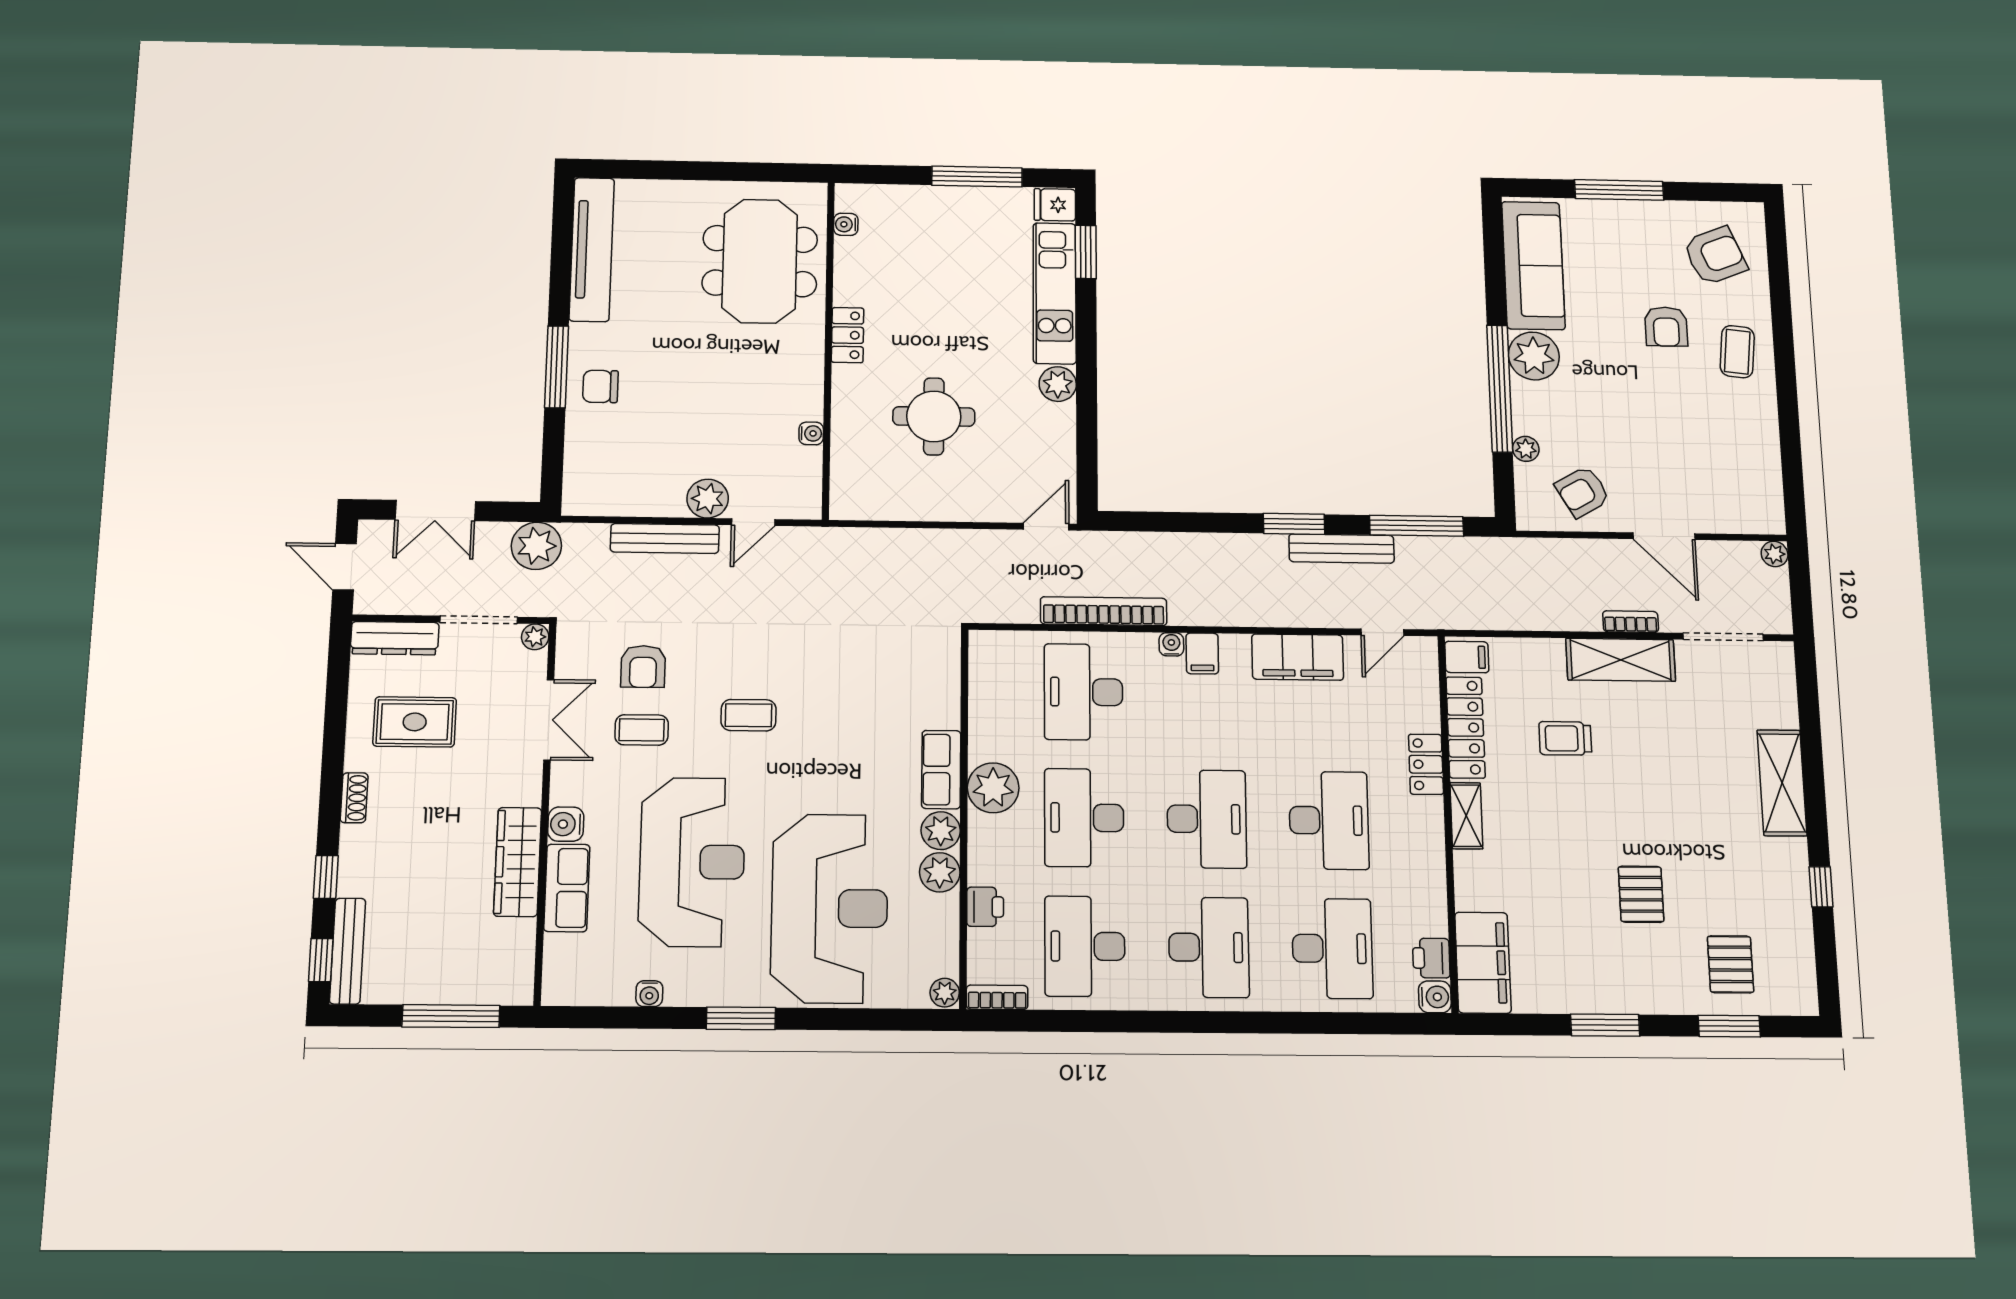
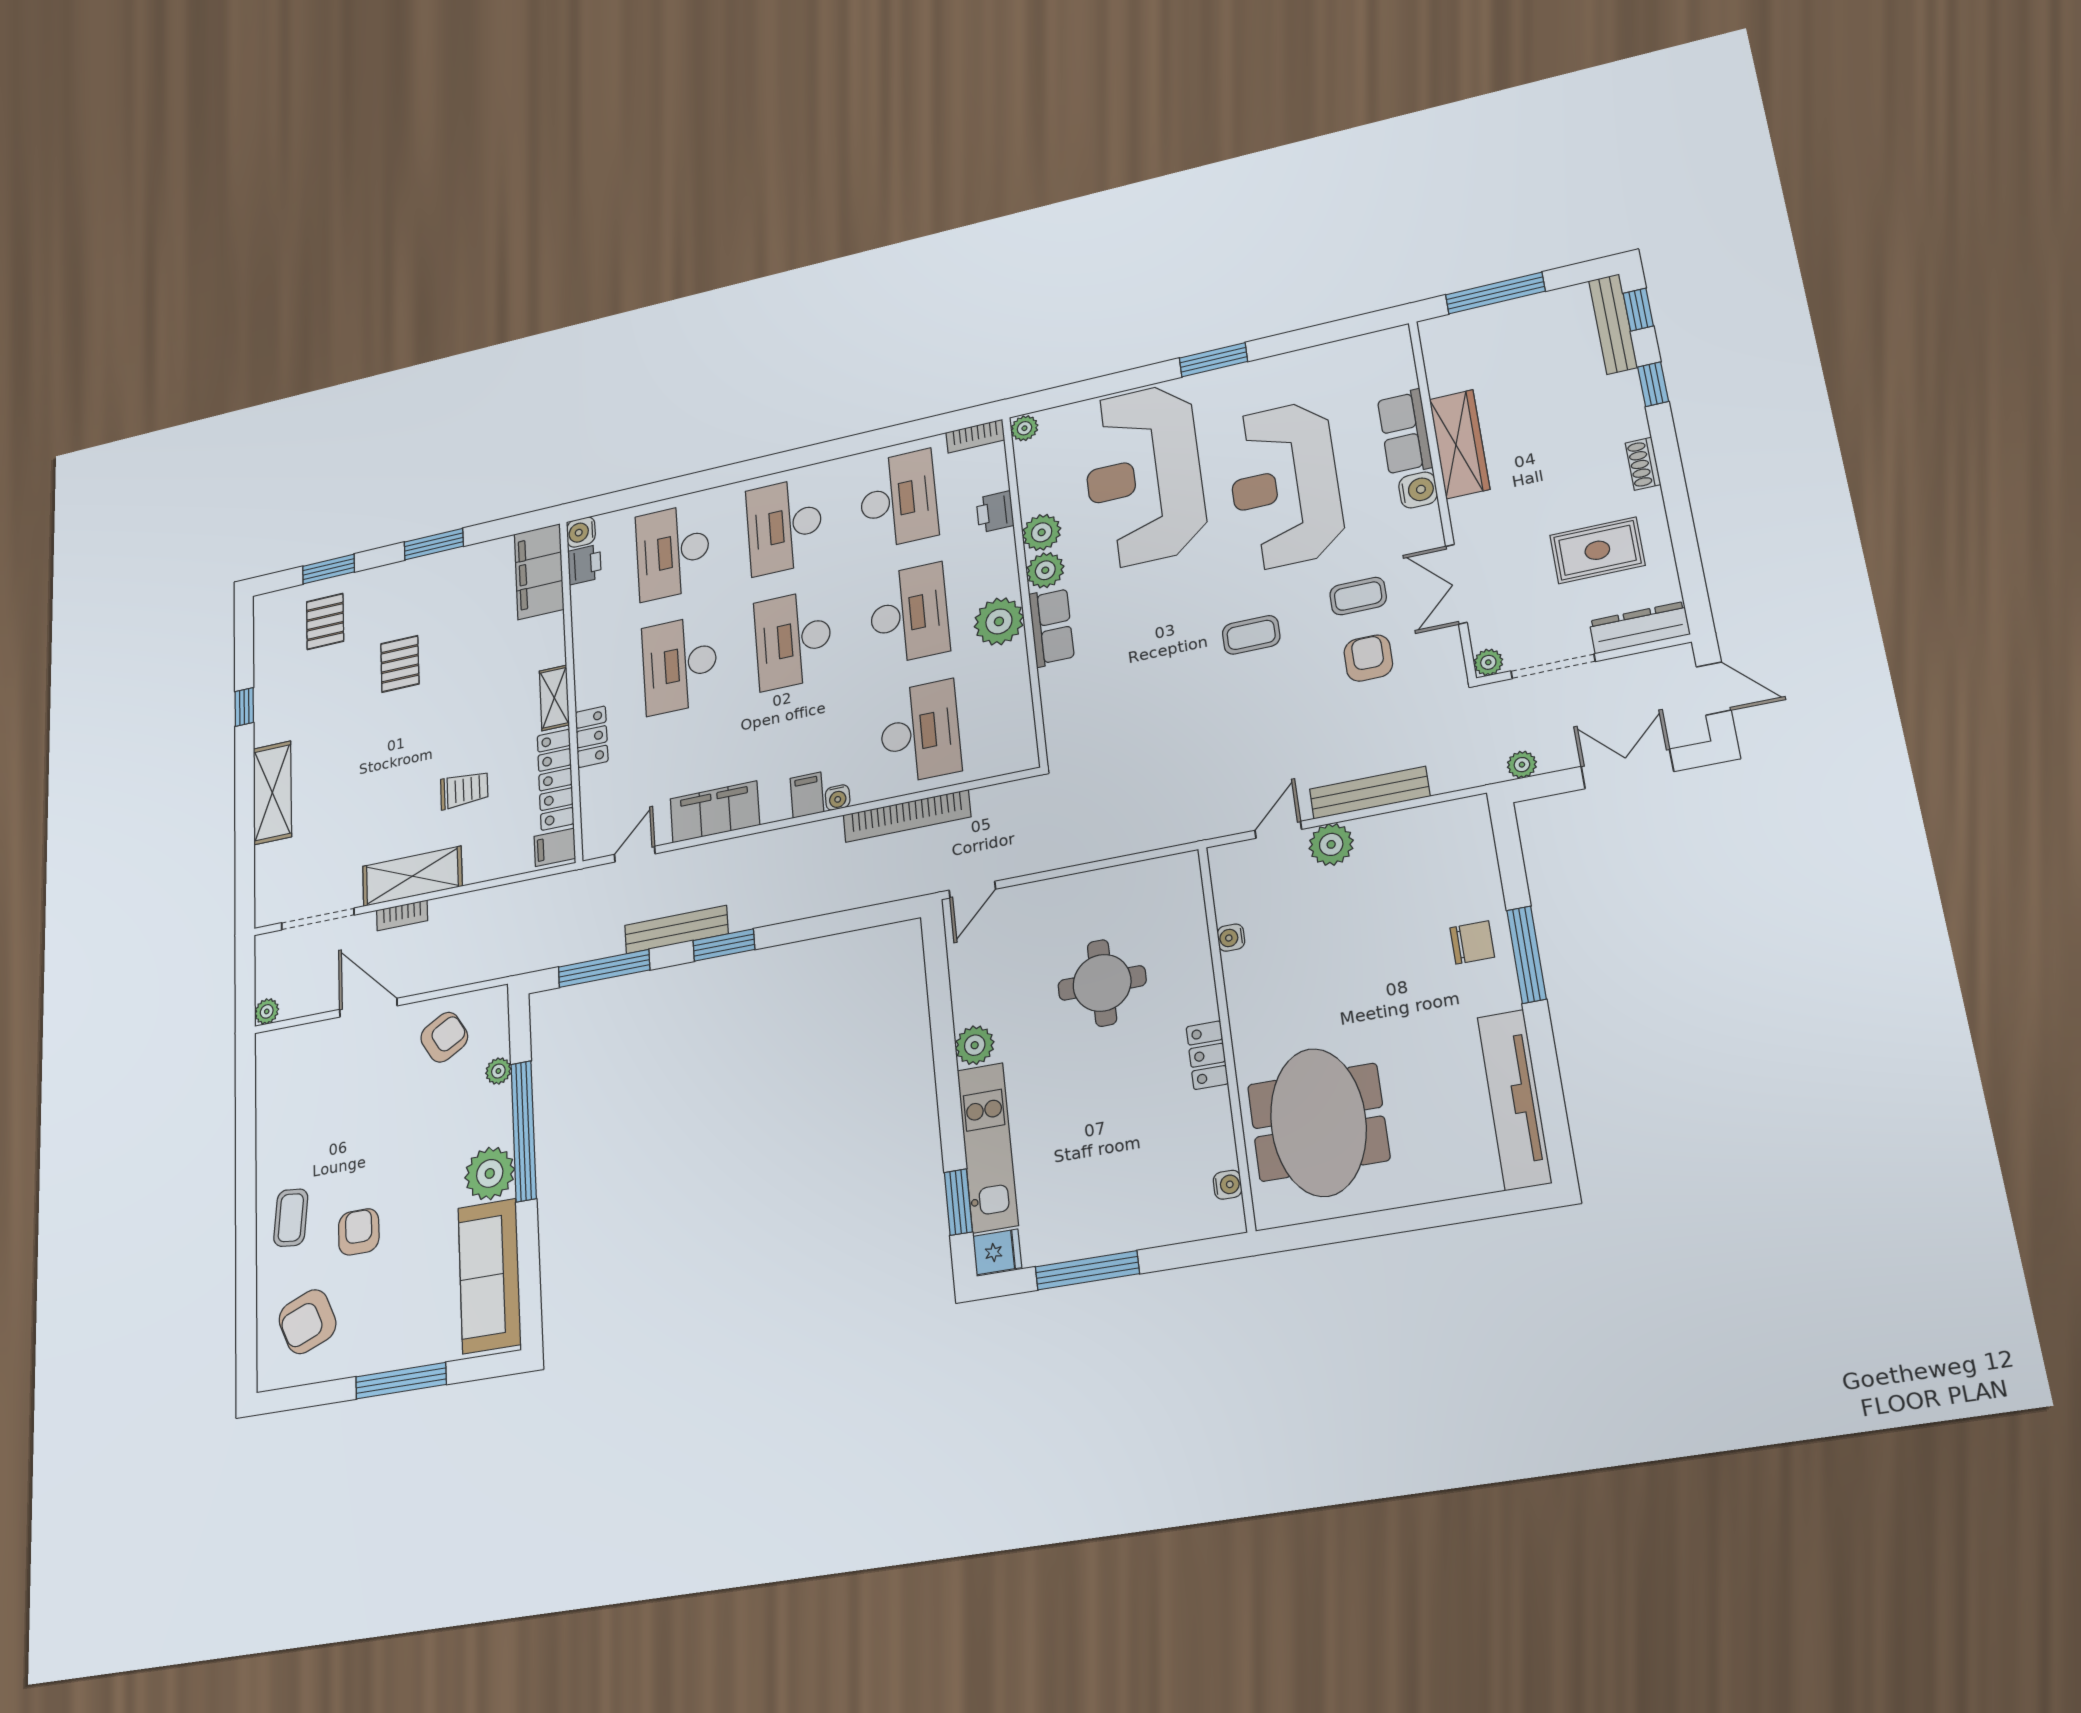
plant: (536, 546) -> (1522, 765), width x0.53, depth x0.53
water cooler: (649, 994) -> (1305, 359), removed

